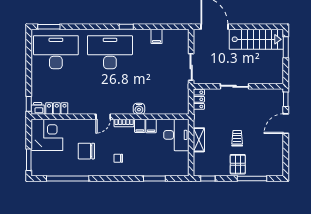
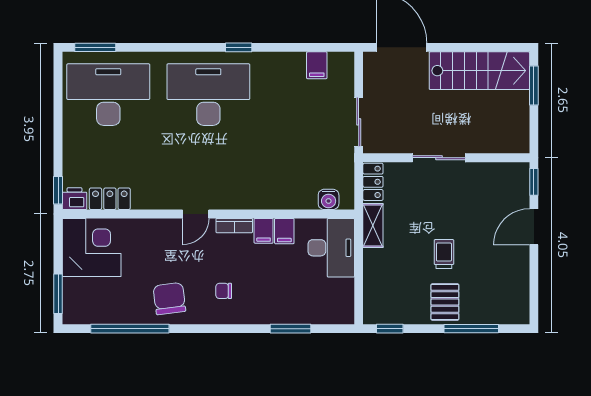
filing cabinet: (157, 36) -> (317, 65), moved
water cooler: (139, 109) -> (329, 199), moved
shelving: (199, 140) -> (373, 226), moved
chair: (86, 151) -> (169, 299), moved, turned 83

